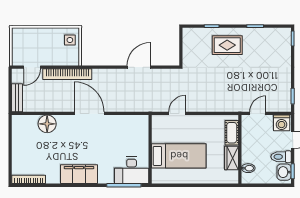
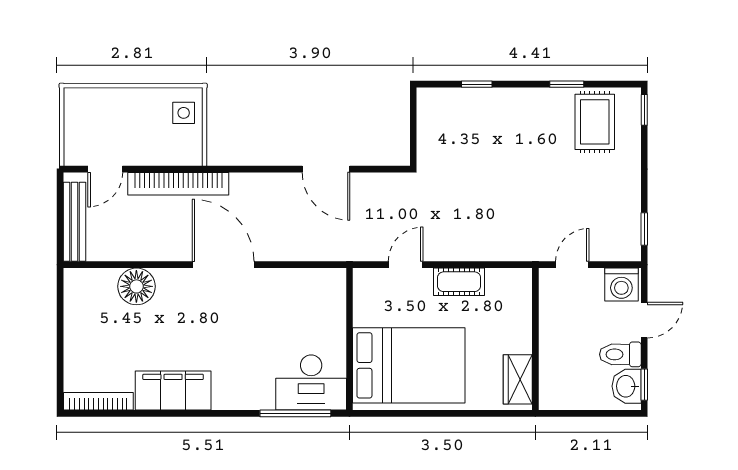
rug: (227, 45) -> (595, 122), moved, turned 90
door: (139, 67) -> (326, 169), swing flipped
bench: (17, 98) -> (74, 222), width x1.36
cot: (232, 133) -> (459, 282), moved, turned 90
bed: (179, 156) -> (409, 365), width x1.50
wardrobe: (231, 158) -> (518, 379), moved
bidet: (248, 168) -> (552, 378), removed
filing cabinet: (79, 174) -> (173, 391), moved

